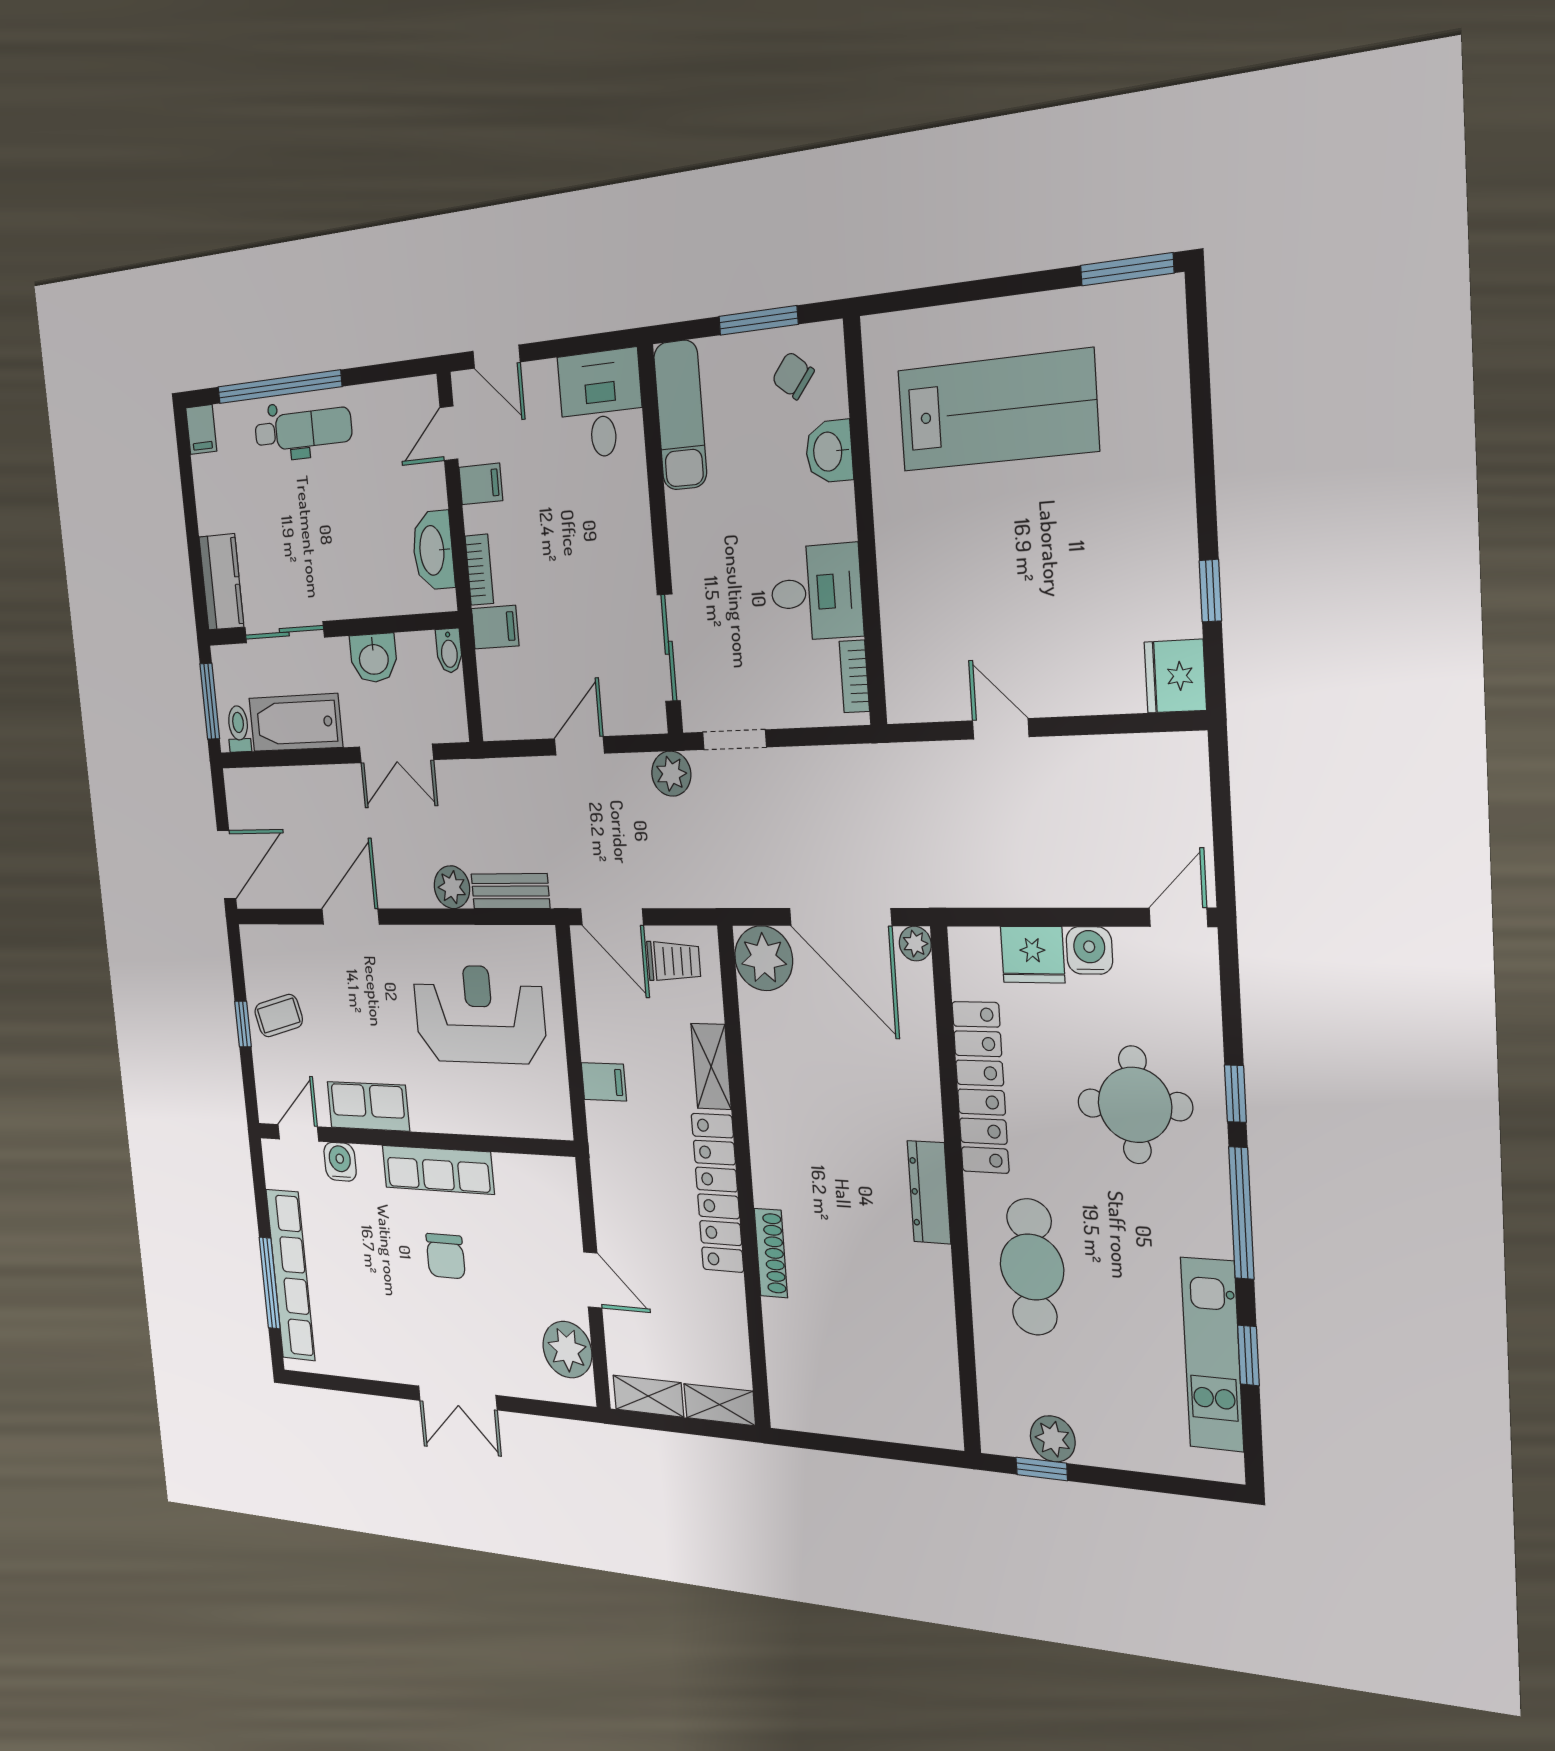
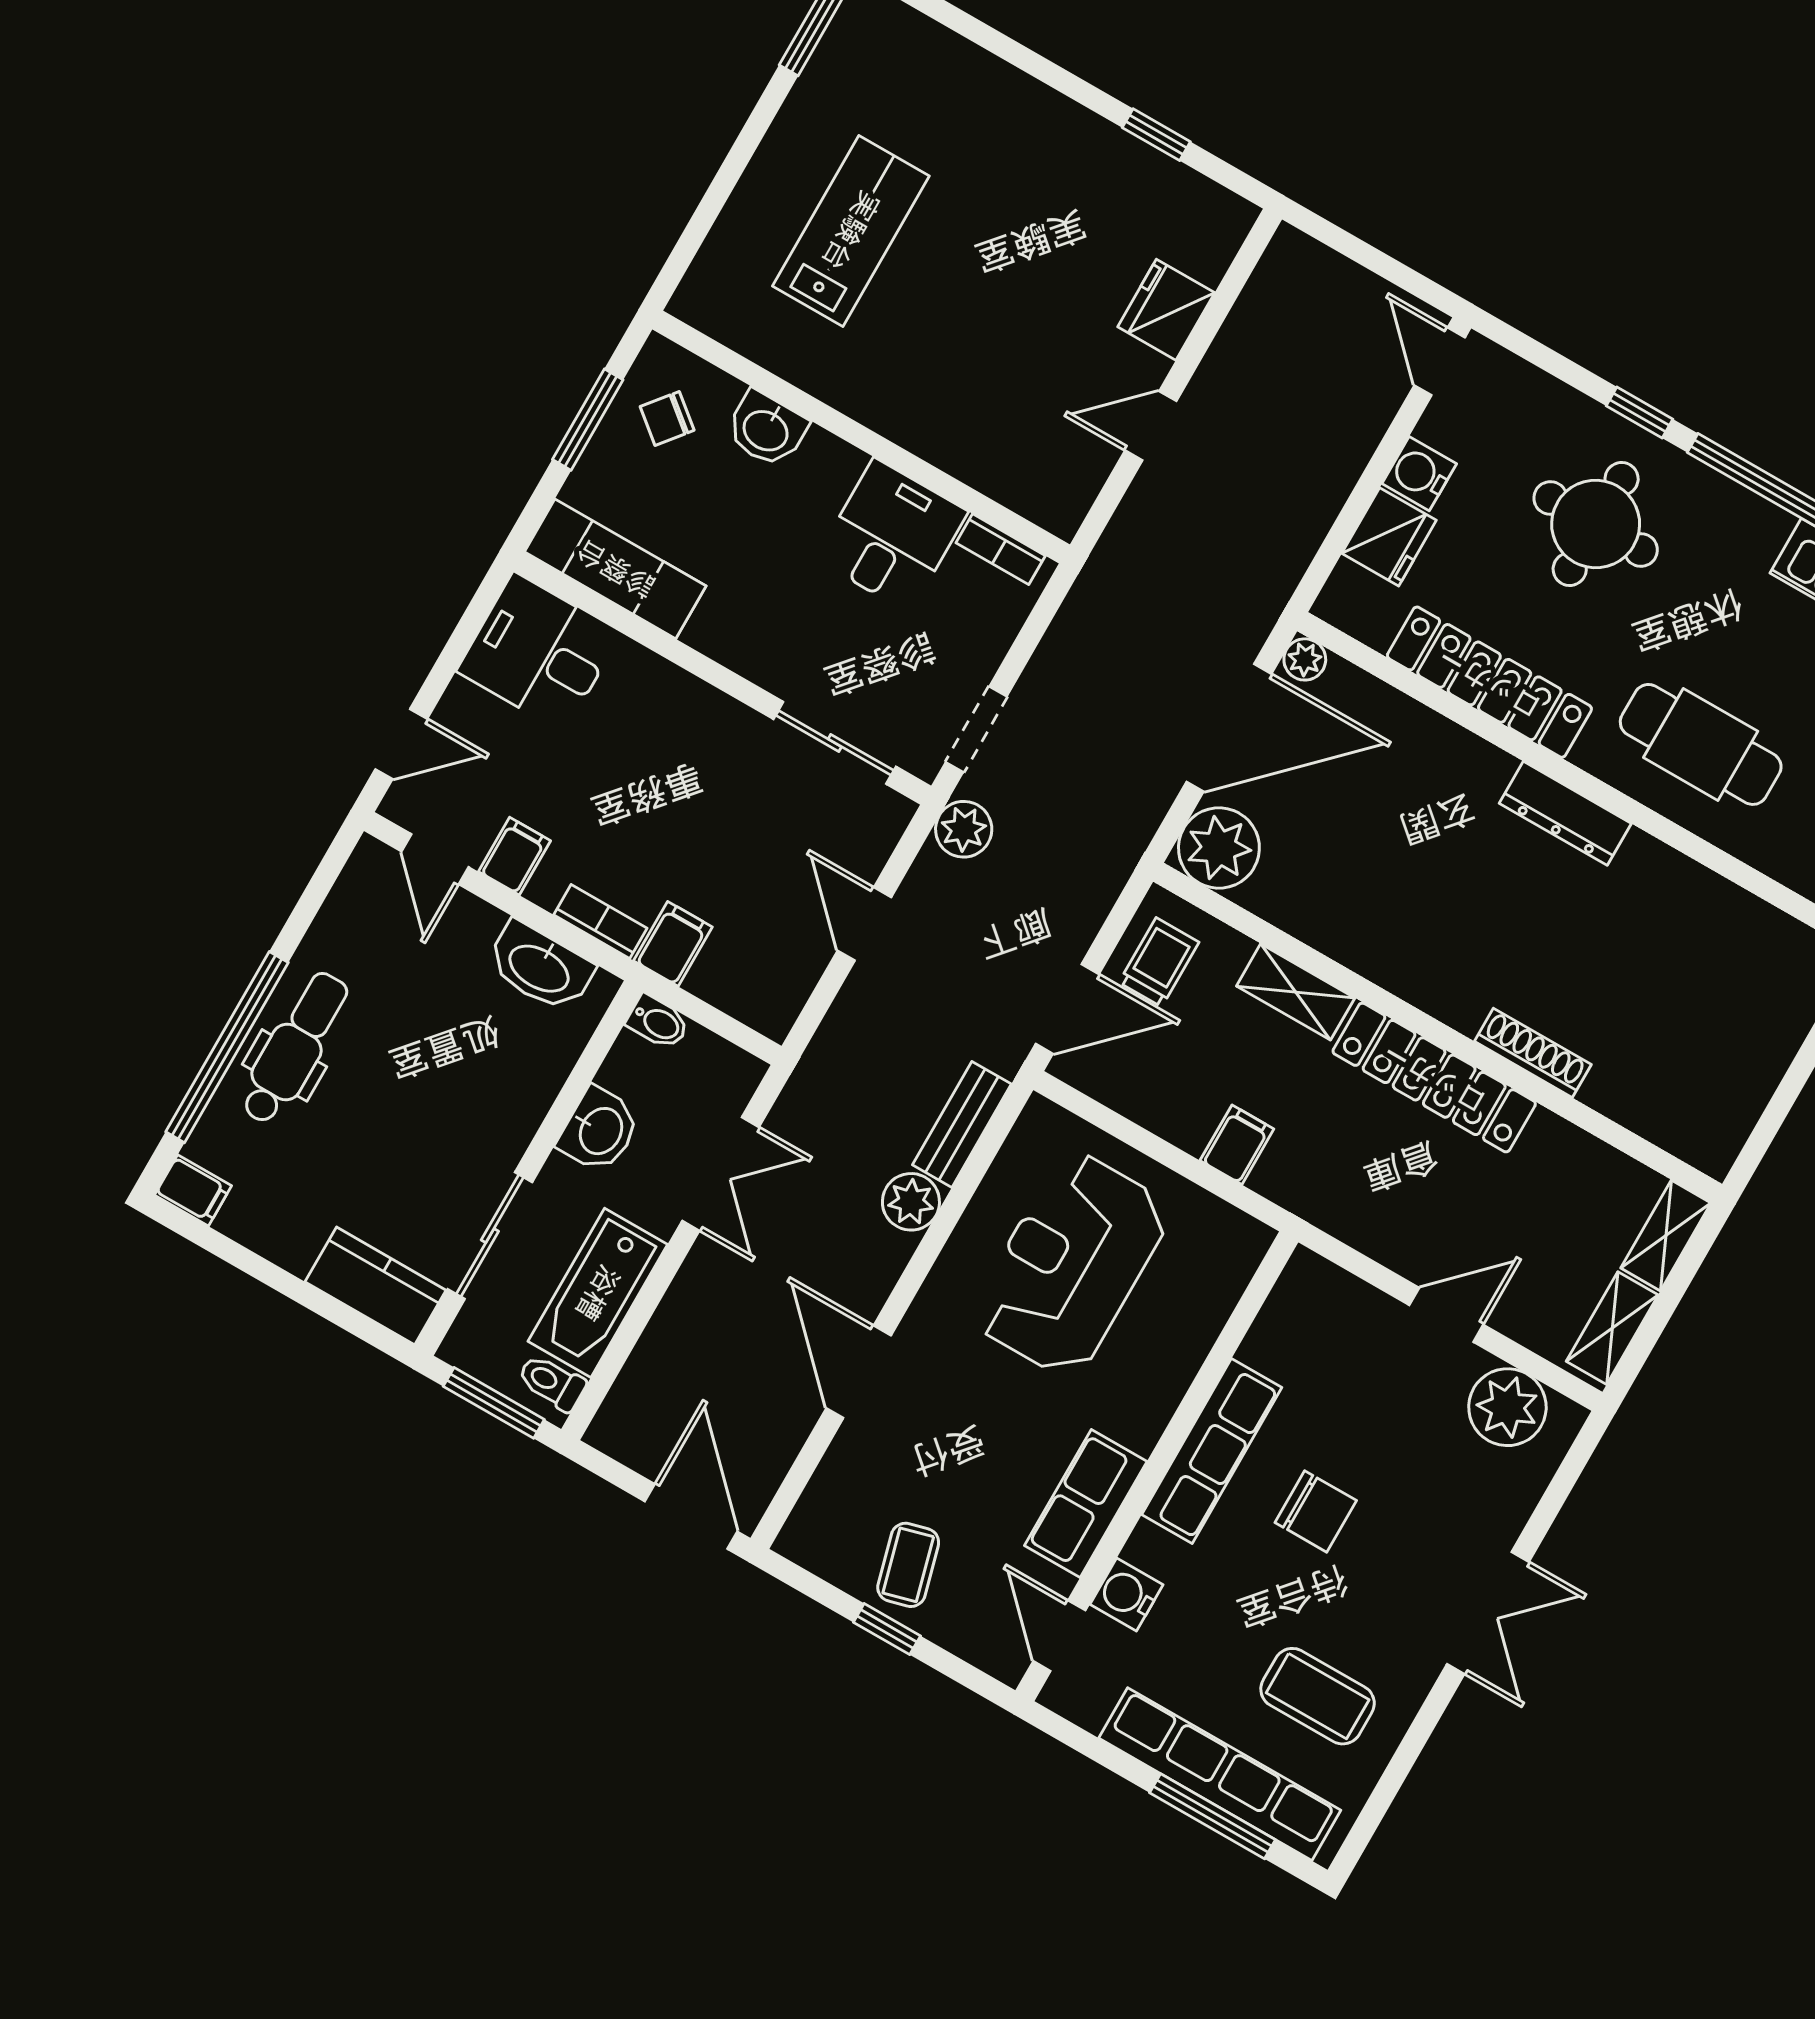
lab bench: (997, 410) -> (851, 231), width x0.73, depth x0.72
fridge: (1175, 676) -> (1166, 310), moved, turned 90
coffee table: (359, 1313) -> (1318, 1696), added

